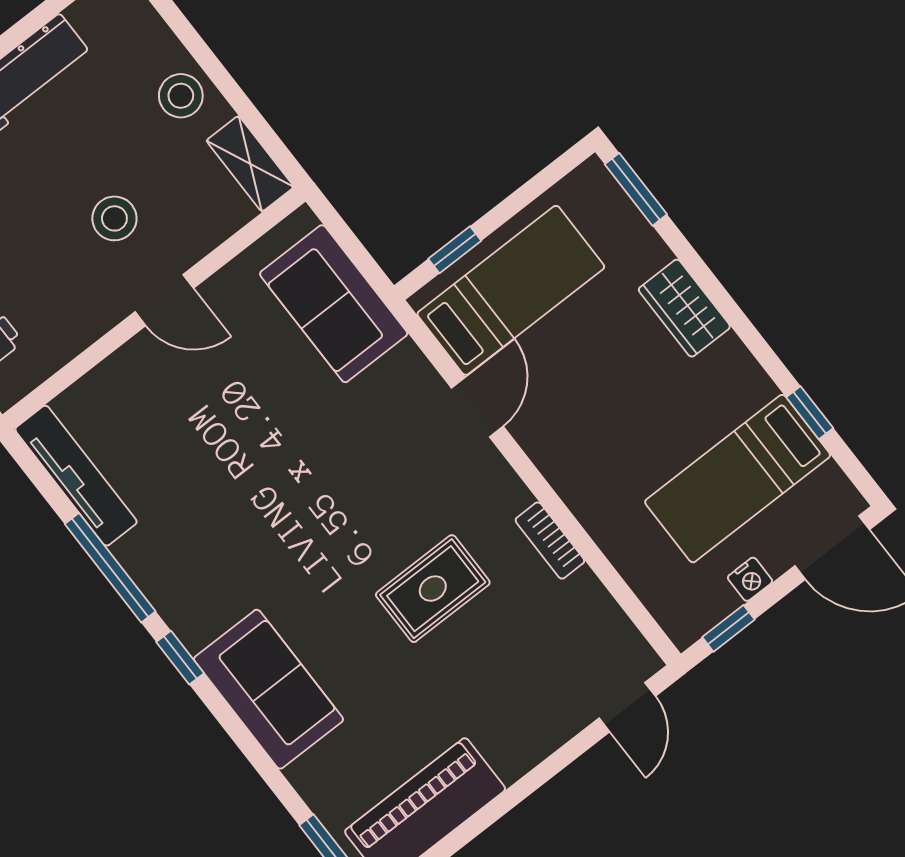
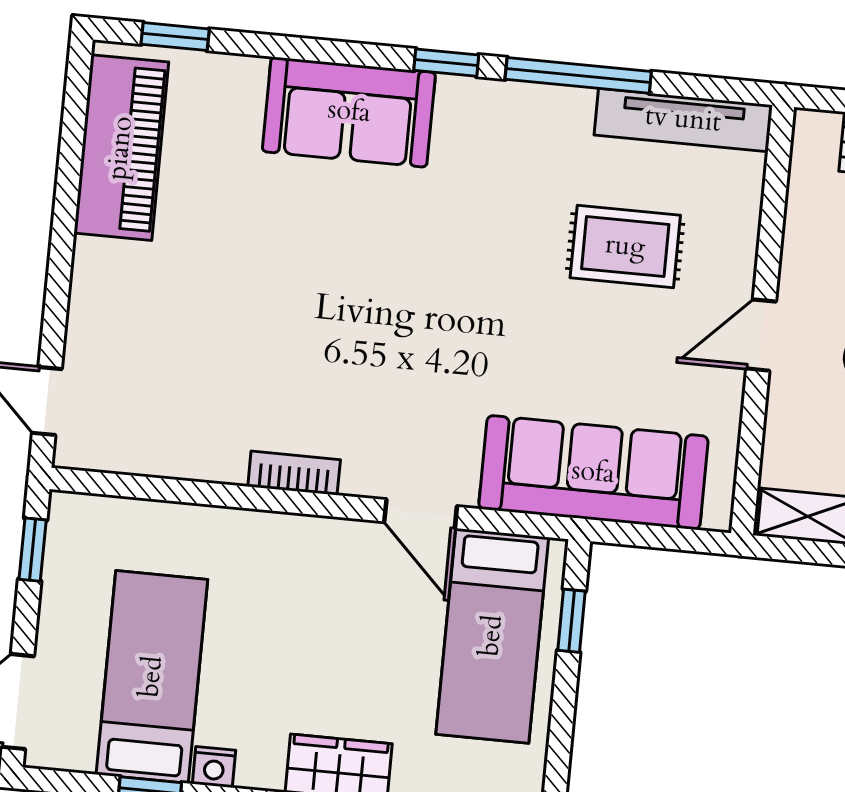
sofa: (334, 304) -> (593, 473), width x1.36
bookcase: (550, 541) -> (294, 473), moved
nightstand: (750, 579) -> (214, 767), moved, turned -90
rug: (433, 589) -> (625, 247), moved, turned 90

